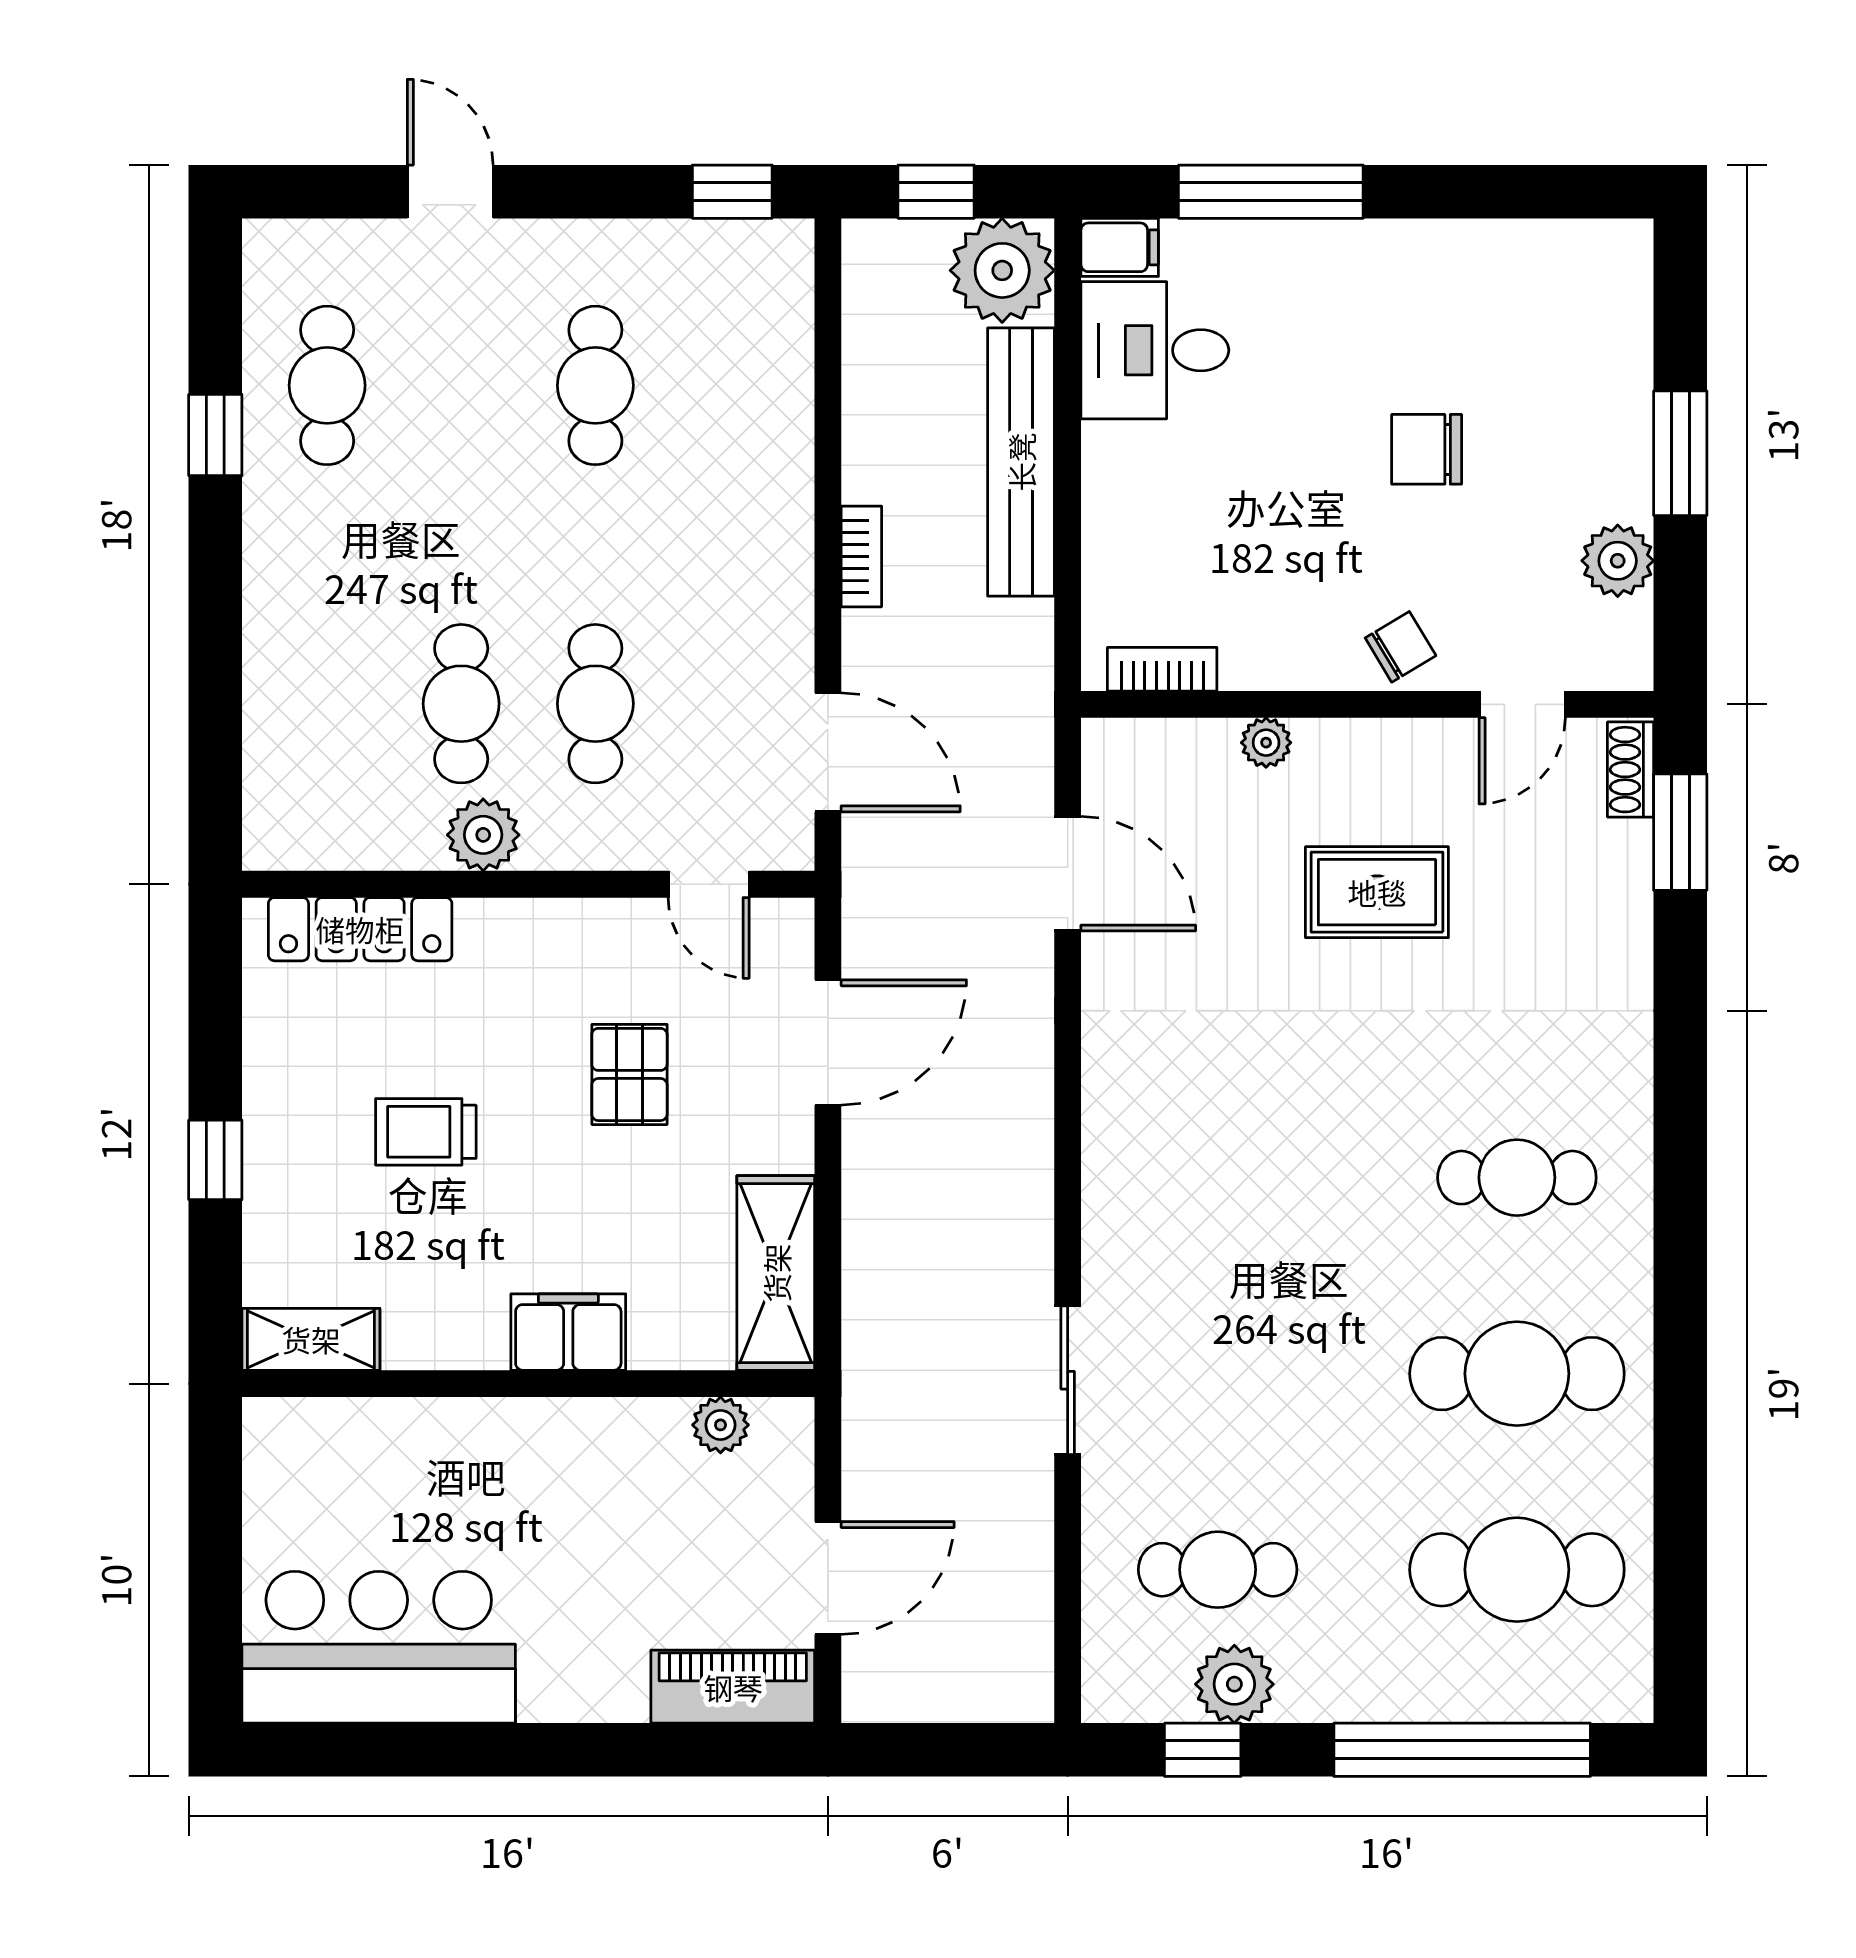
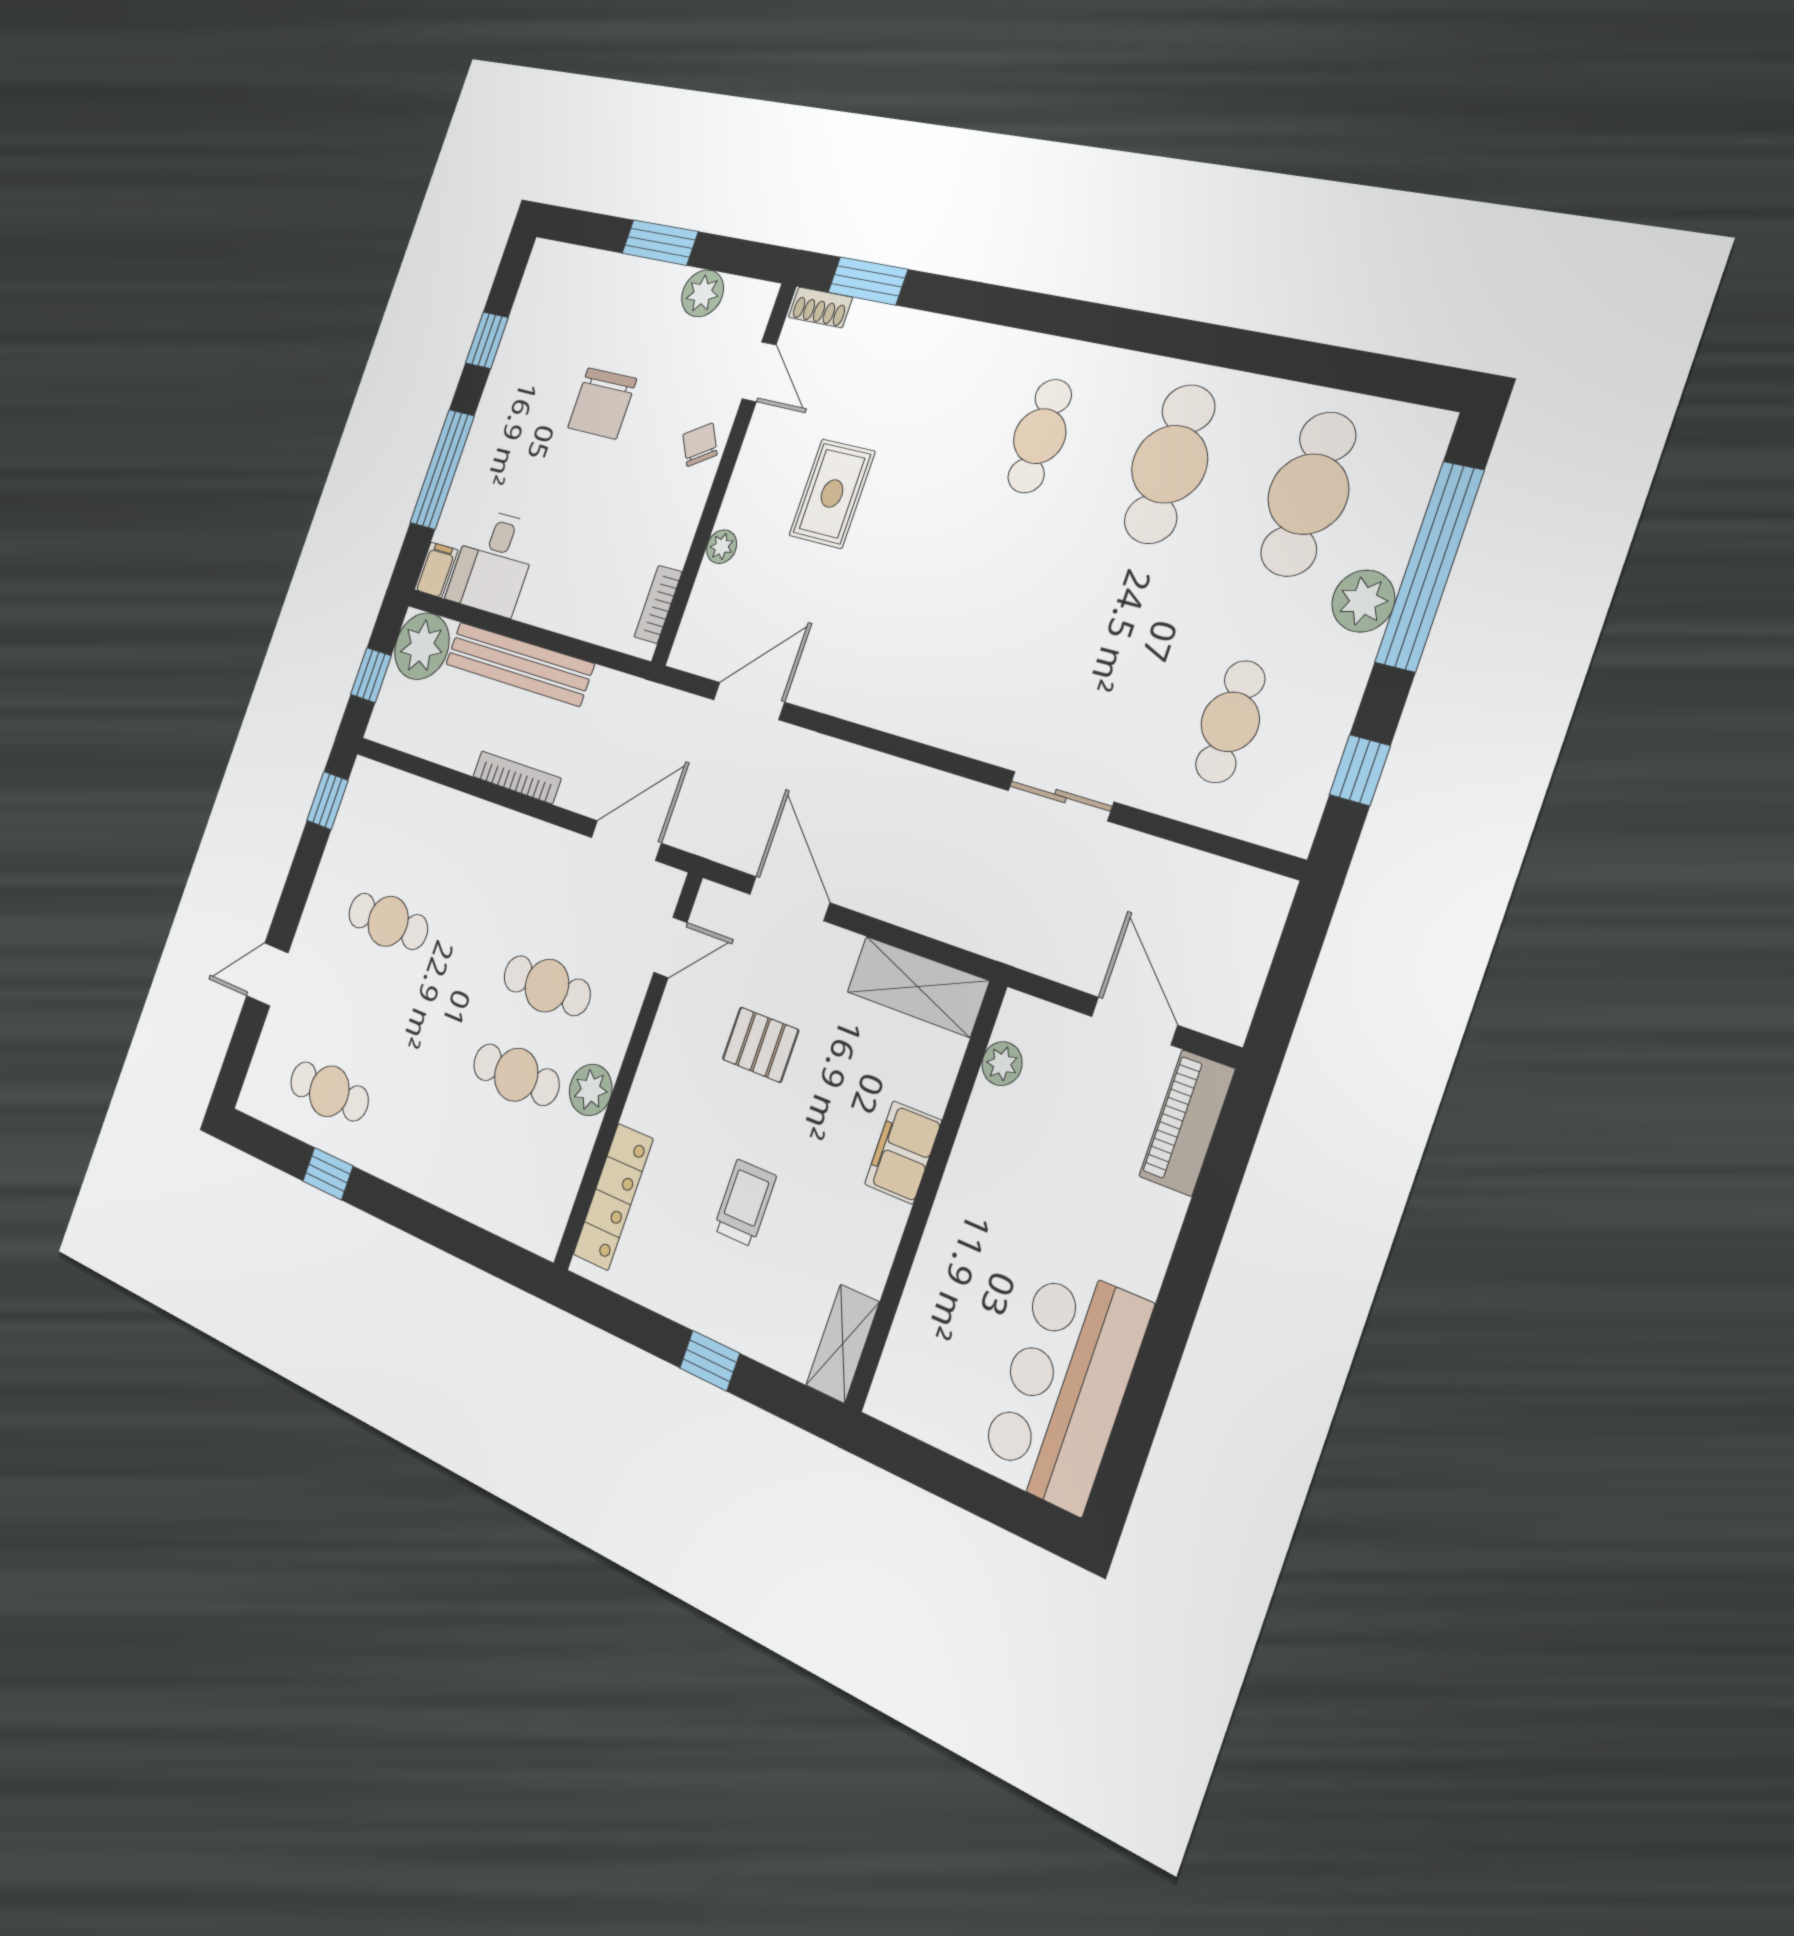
window: (1481, 192) -> (487, 340), added
chair: (1427, 449) -> (602, 403), width x1.37, depth x1.37
bookcase: (861, 556) -> (517, 777), width x1.56
trolley: (426, 1132) -> (745, 1203), turned 180
plant: (1234, 1684) -> (1363, 601), moved

